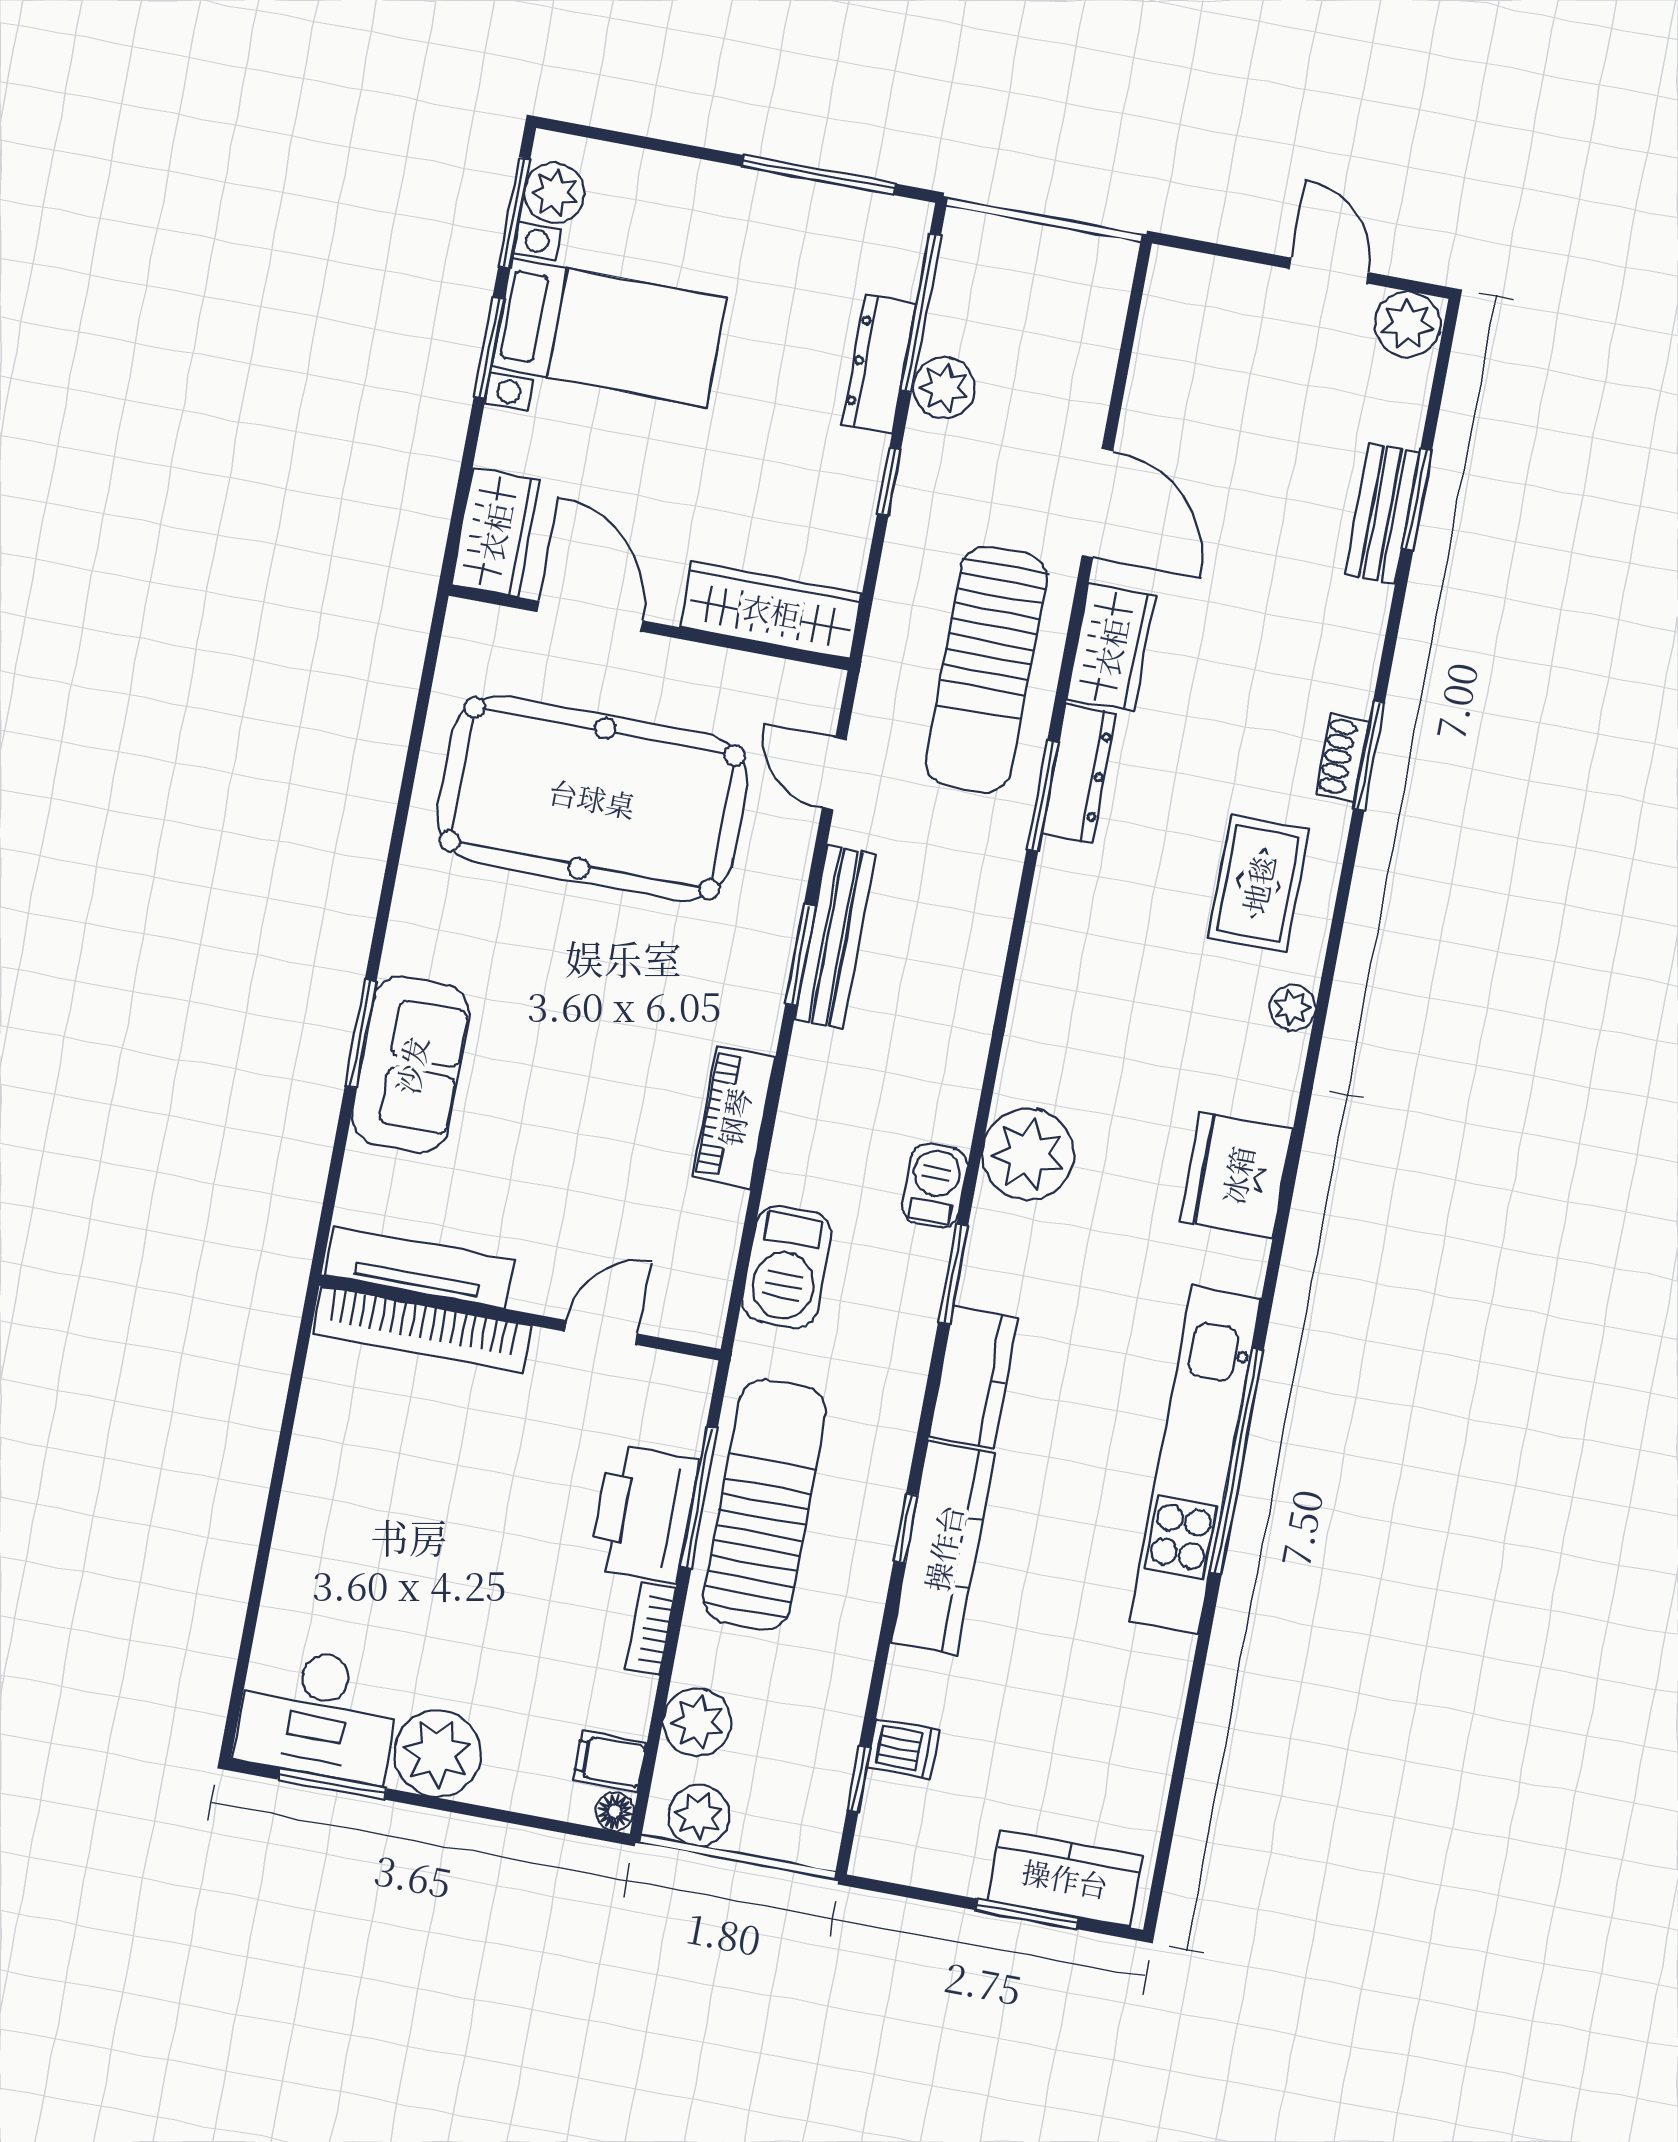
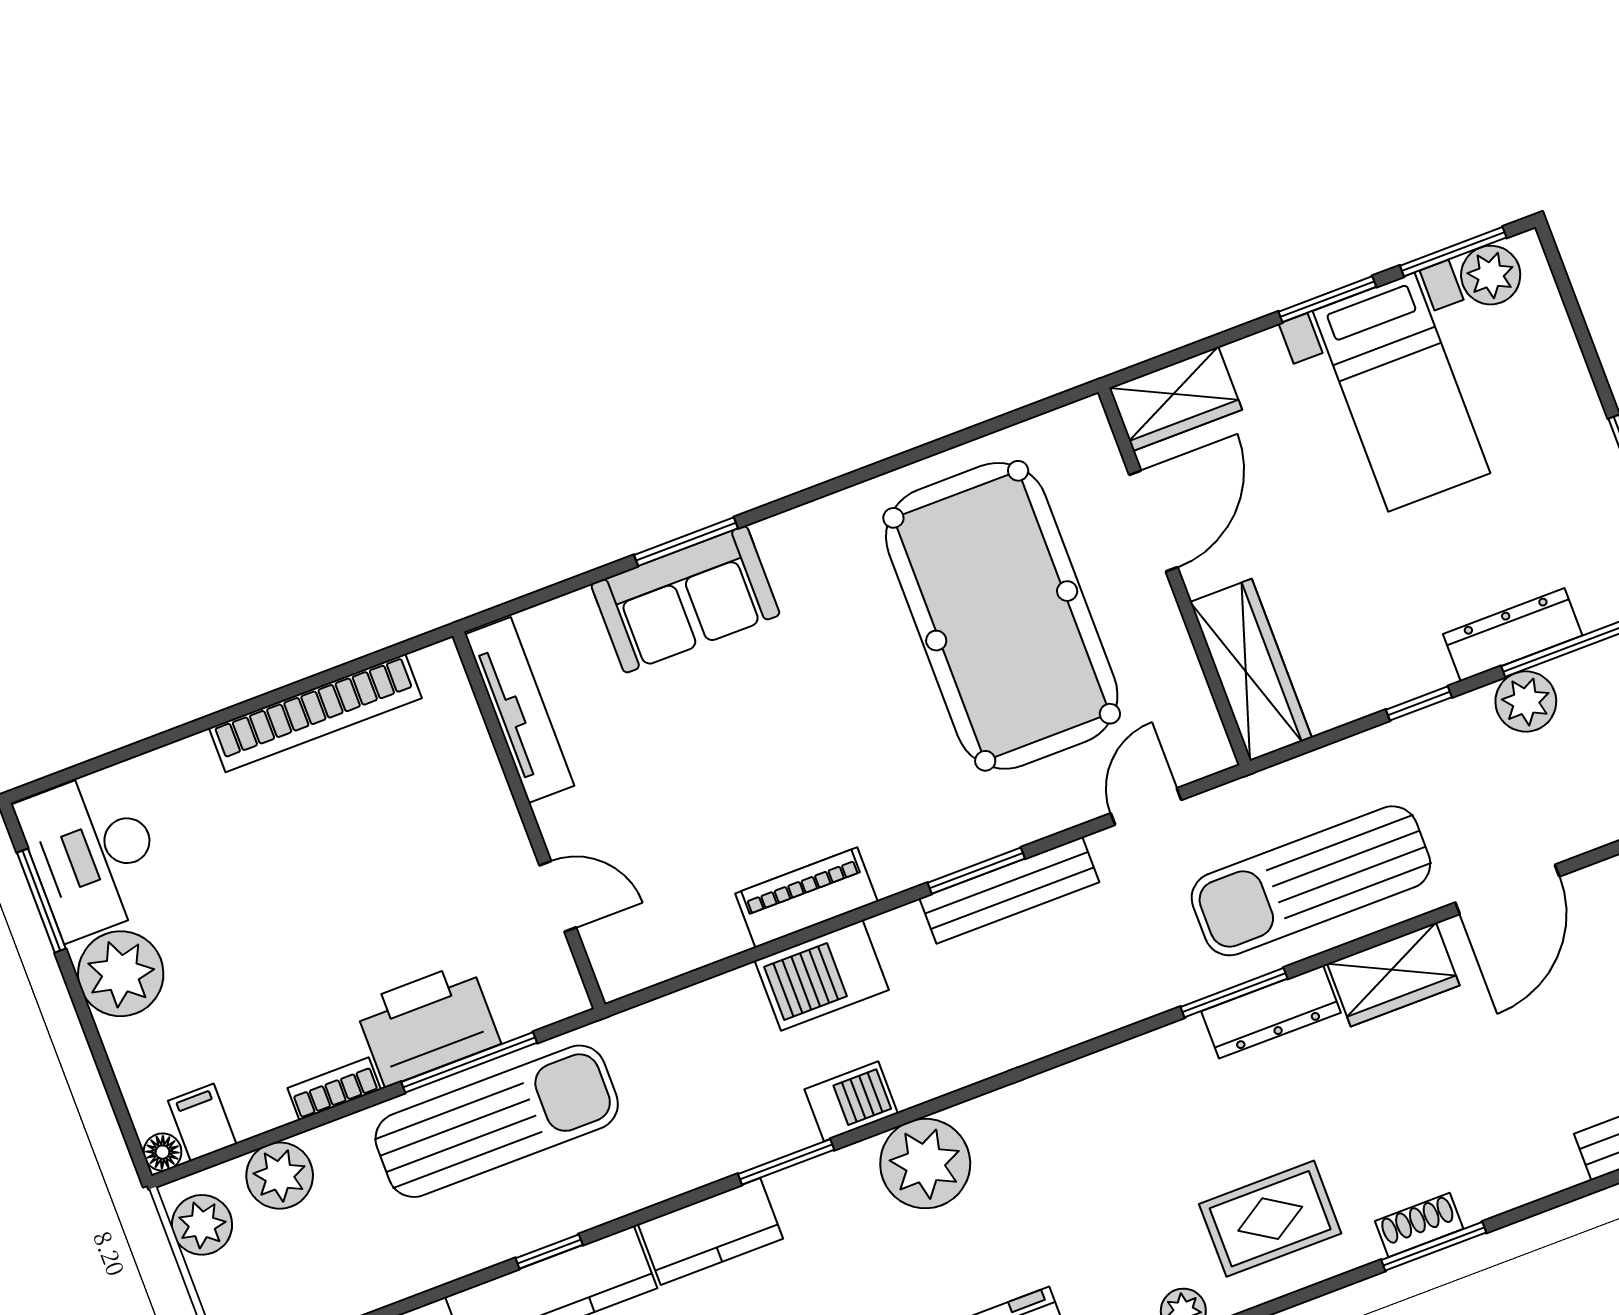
barbecue: (787, 1267) -> (822, 975), moved
bookcase: (422, 1329) -> (315, 713), moved, turned -90

